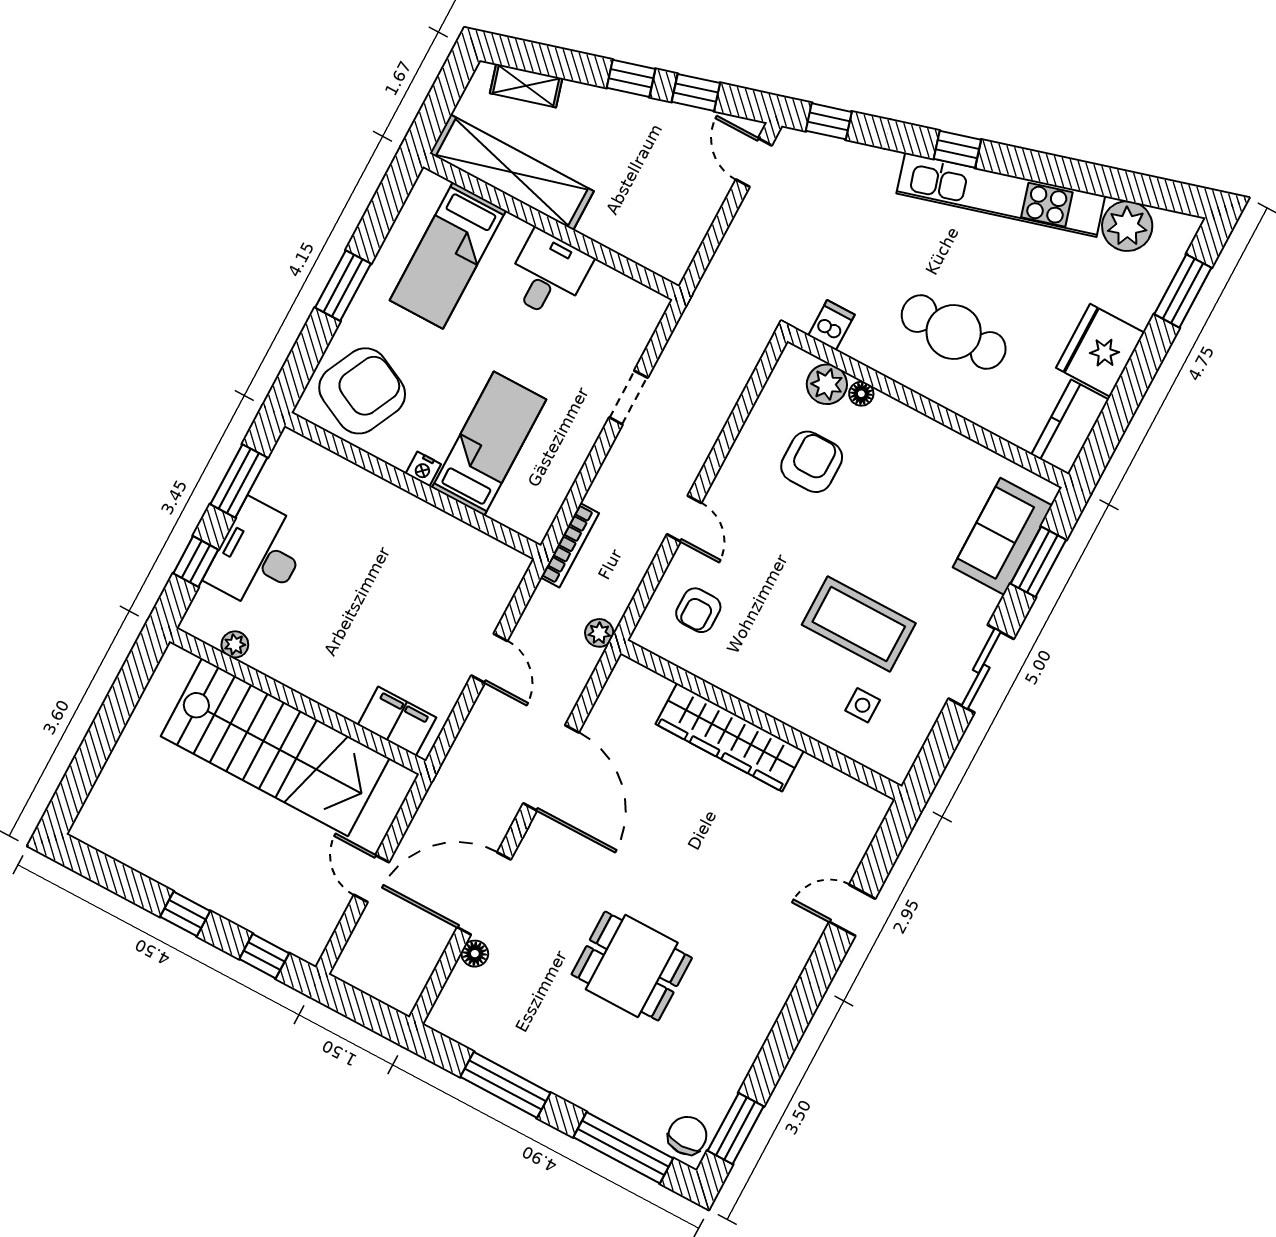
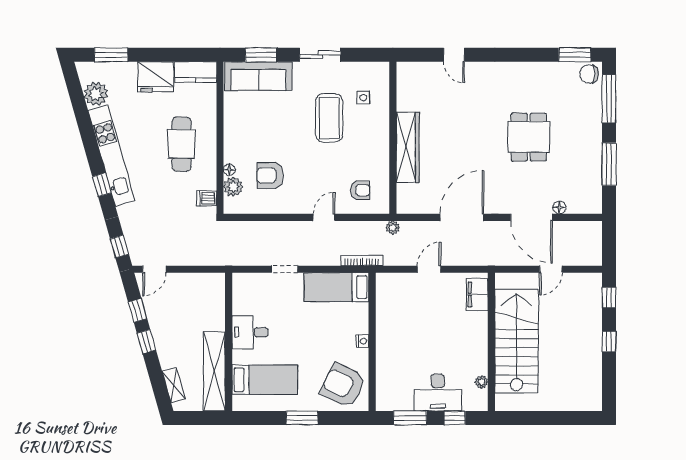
bed: (489, 444) -> (336, 287), moved
sofa: (1002, 536) -> (258, 76), width x1.36

